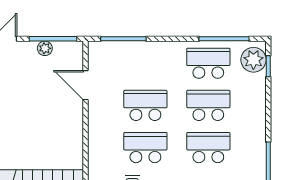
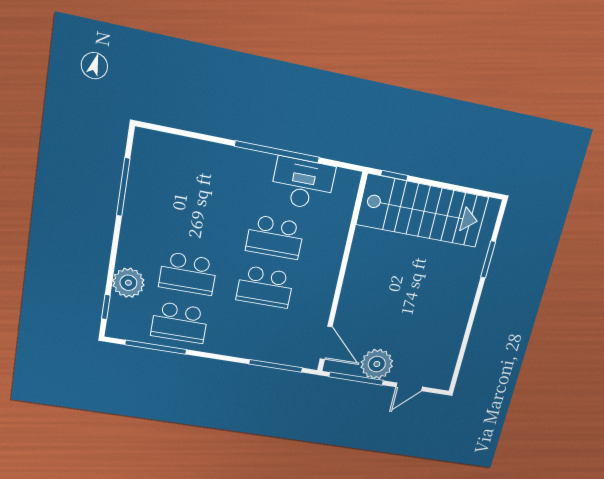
plant: (45, 48) -> (377, 364), width x1.88, depth x1.88
plant: (253, 60) -> (128, 283), moved
door: (86, 85) -> (326, 343), moved
school desk: (208, 148) -> (197, 223), removed

